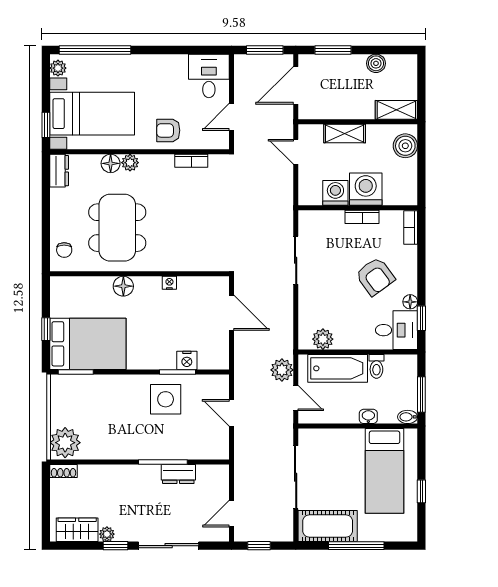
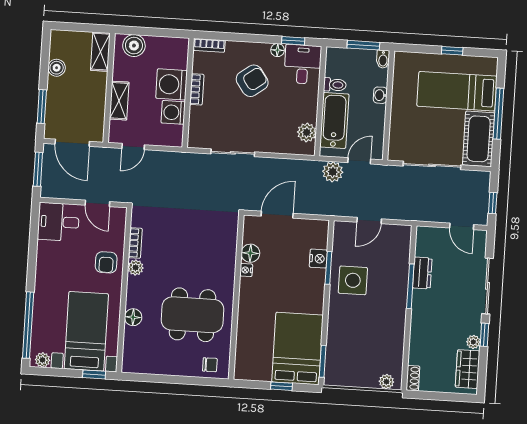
plant: (130, 163) -> (136, 268), moved
dresser: (59, 171) -> (137, 365), removed
floor lamp: (123, 286) -> (250, 253), moved
plant: (65, 443) -> (386, 382), width x0.53, depth x0.53
bed: (385, 471) -> (457, 91), moved, turned 180

